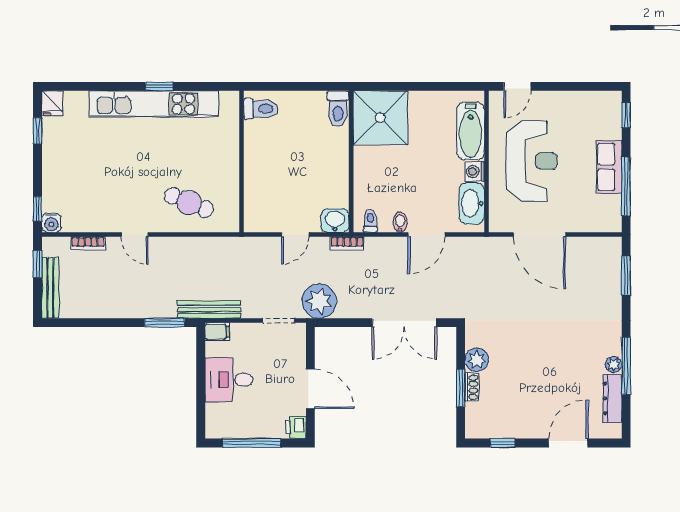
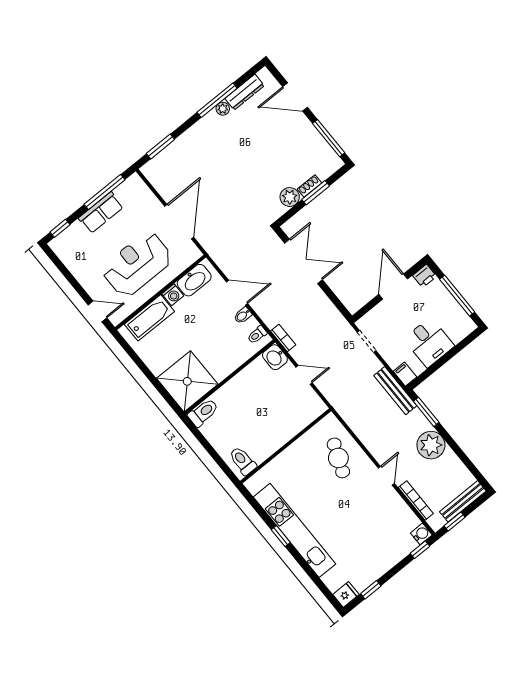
bookcase: (88, 243) -> (416, 500), width x1.56
plant: (319, 301) -> (431, 445), moved
window: (503, 443) -> (329, 138), width x2.17

